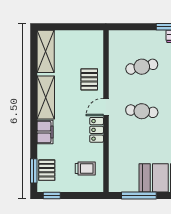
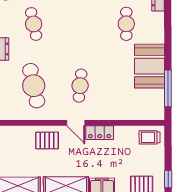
cafe table: (142, 67) -> (34, 86), width x1.37, depth x1.35
trolley: (85, 169) -> (150, 137), moved, turned -90

